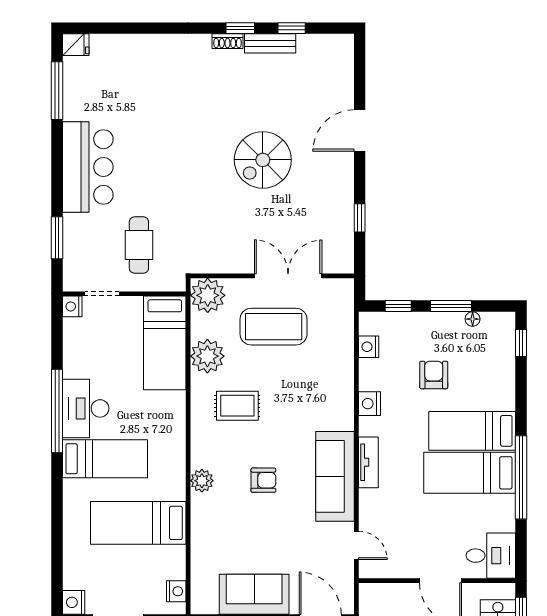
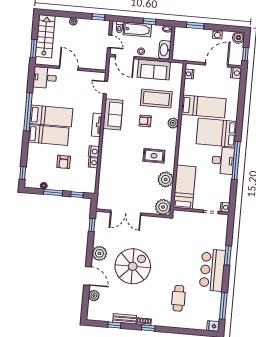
window: (240, 28) -> (148, 328), moved
plant: (342, 89) -> (94, 296), added
door: (360, 130) -> (88, 276), hinge flipped
spiral stairs: (263, 160) -> (133, 266), width x1.37, depth x1.37
plant: (338, 182) -> (99, 253), added
window: (360, 218) -> (92, 225), moved
window: (57, 238) -> (228, 255), moved
cafe table: (139, 245) -> (178, 298), moved
coffee table: (274, 327) -> (156, 99), moved
nightstand: (369, 347) -> (93, 163), moved
bed: (105, 459) -> (217, 133), width x1.50
sofa: (335, 476) -> (113, 114), width x0.73

